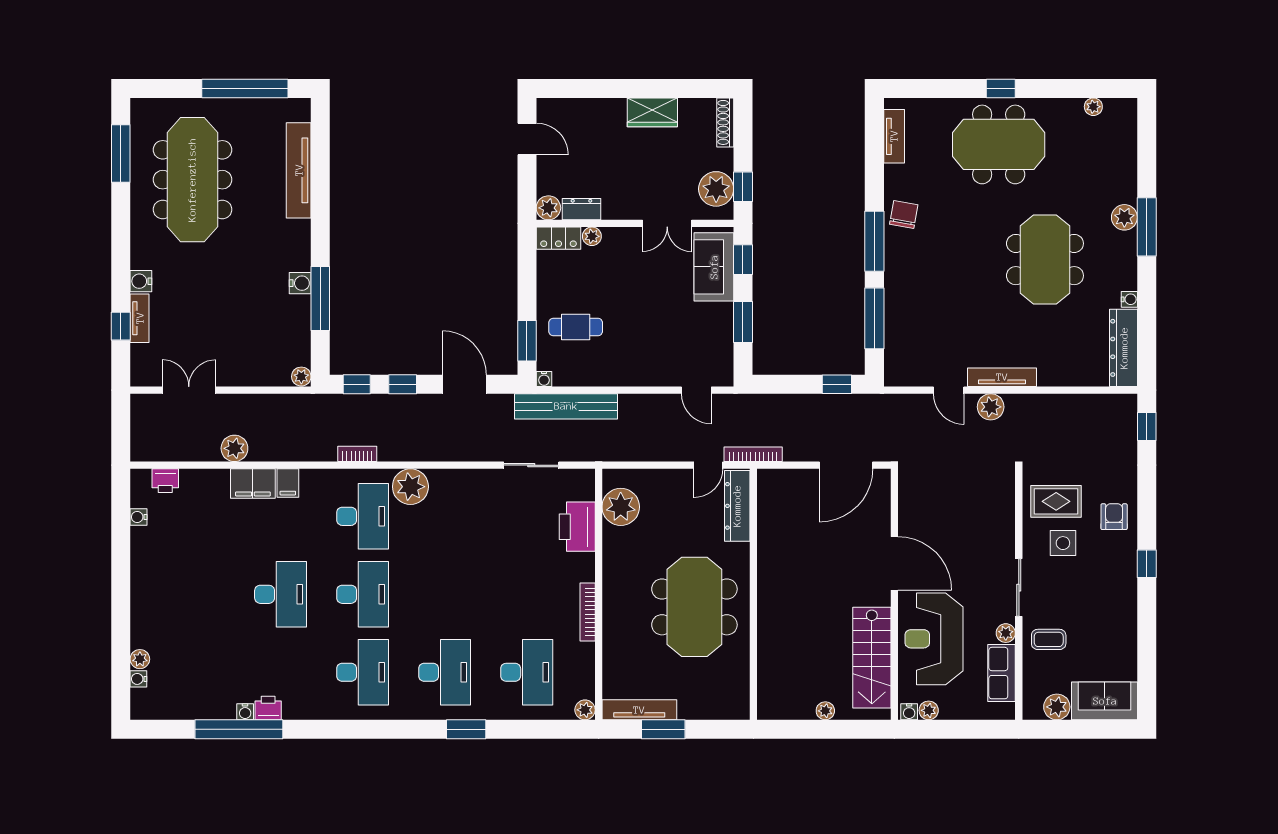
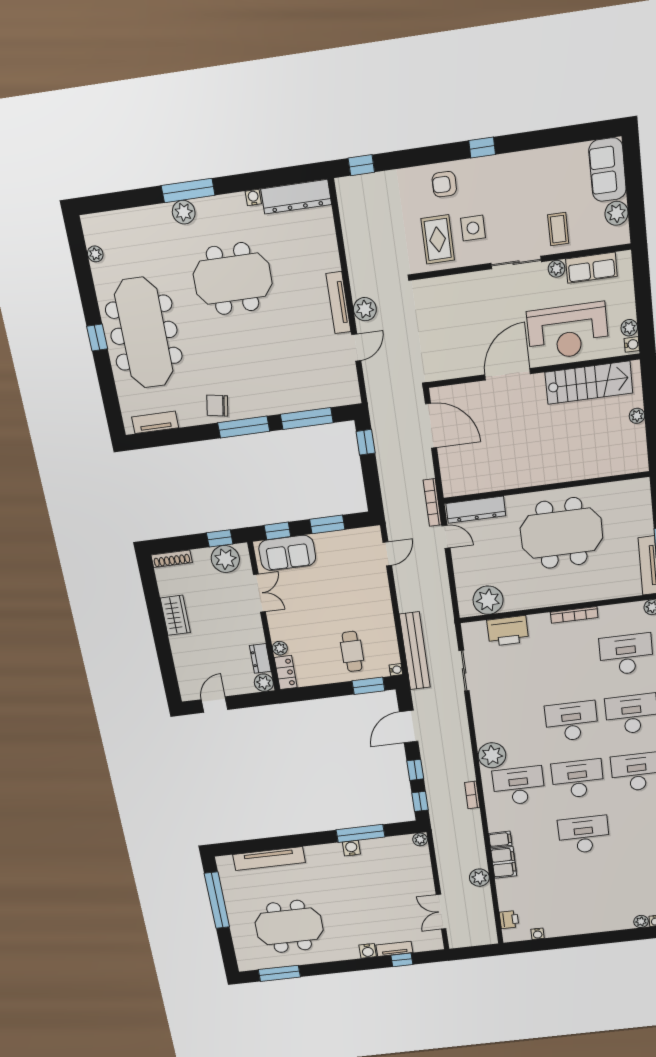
meeting table: (999, 144) -> (144, 333), width x1.36
meeting table: (192, 180) -> (289, 926), width x0.73
desk: (445, 594) -> (571, 721), added

